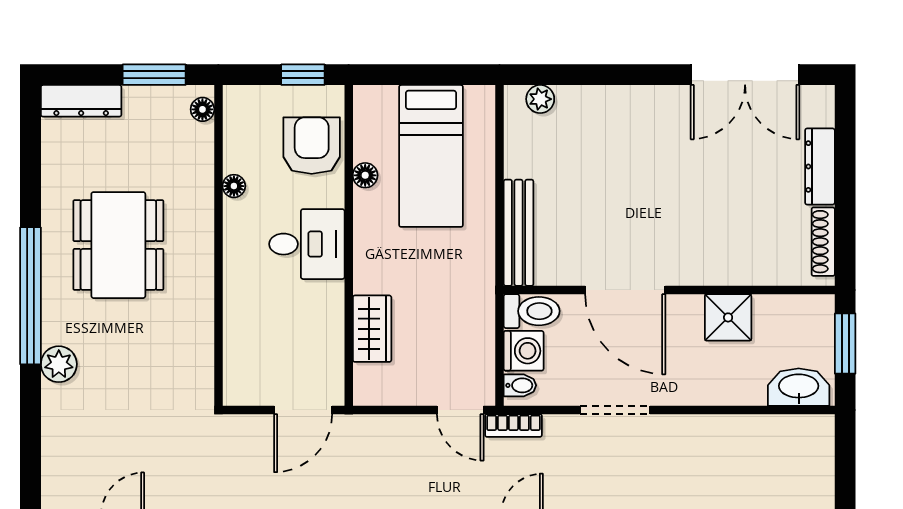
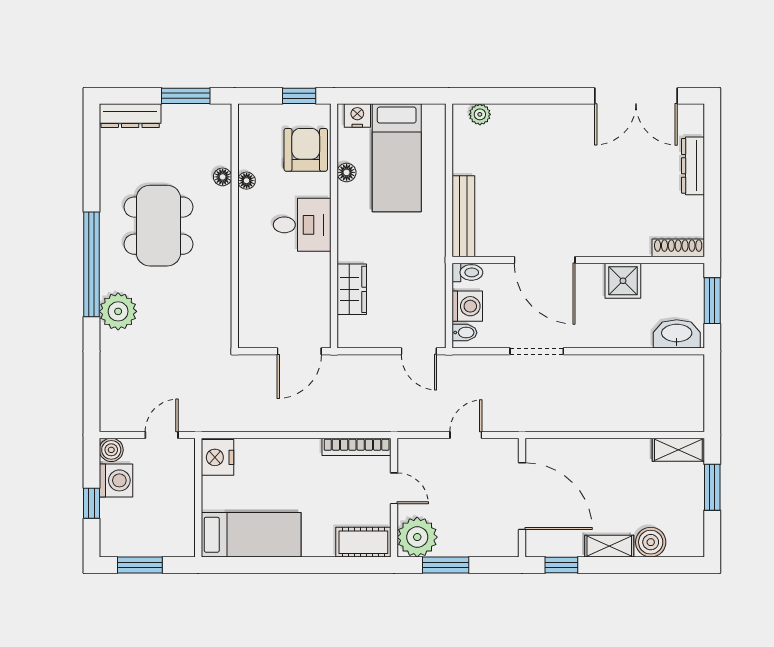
nightstand: (379, 101) -> (357, 116), added
floor lamp: (202, 109) -> (223, 177), moved
shoe rack: (823, 242) -> (678, 248), moved, turned 90
toilet: (532, 311) -> (467, 272), width x0.73, depth x0.72
plant: (59, 364) -> (118, 311), width x1.36, depth x1.36
bookcase: (513, 426) -> (460, 363), removed

